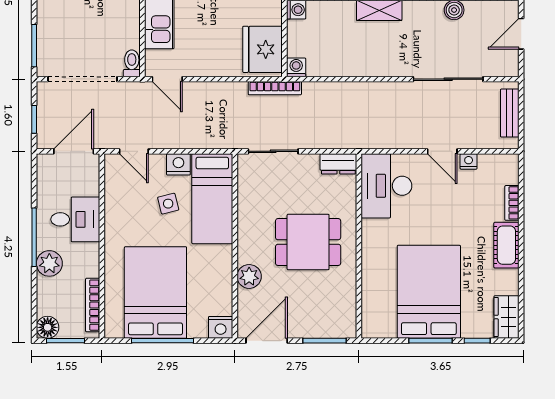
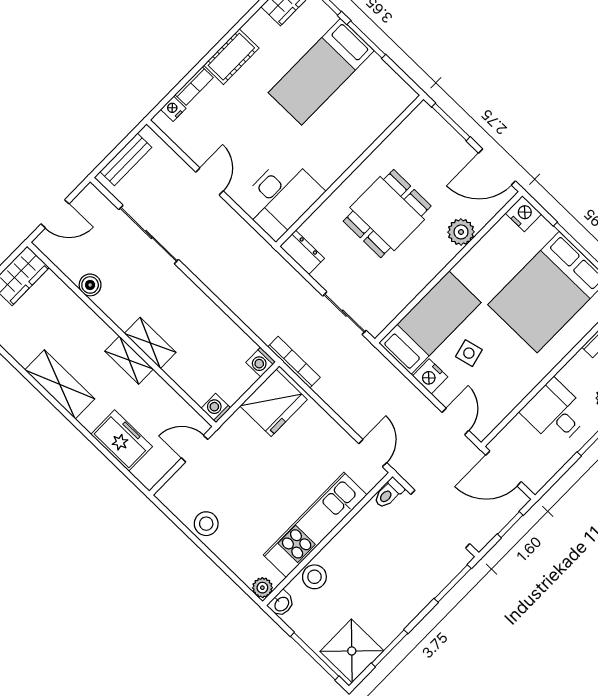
nightstand: (469, 161) -> (173, 109), moved, turned 90
dining table: (308, 242) -> (387, 214), turned 90
bed: (429, 292) -> (321, 72), width x0.67

